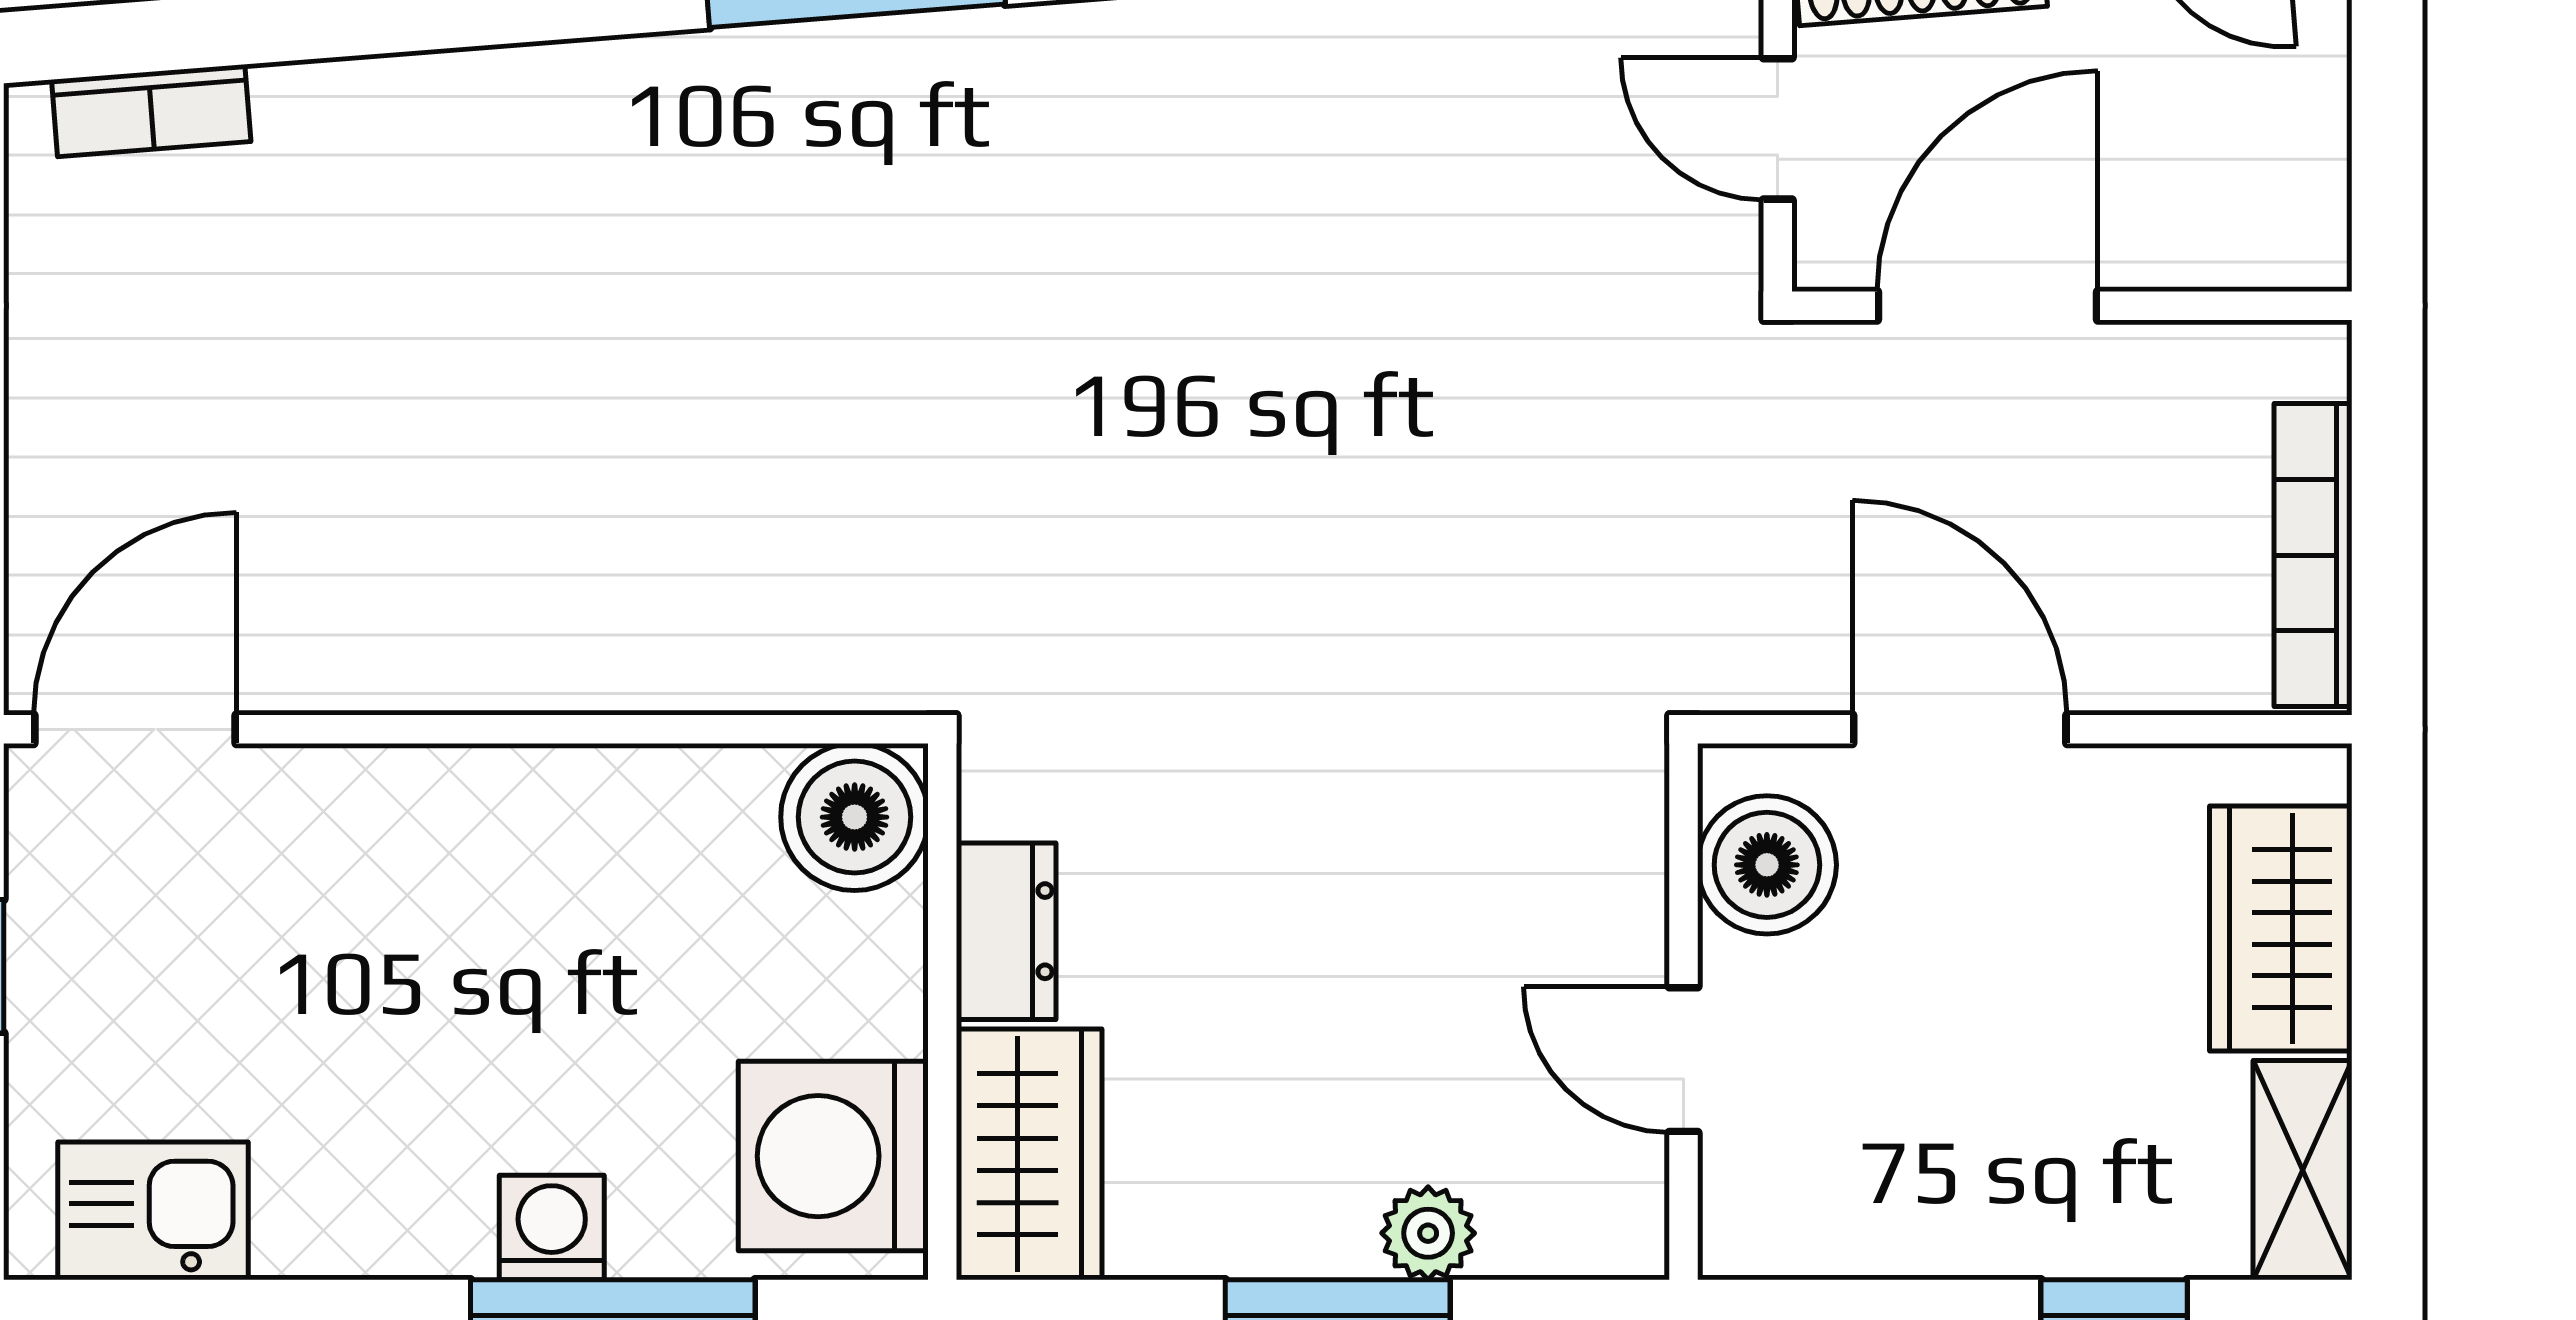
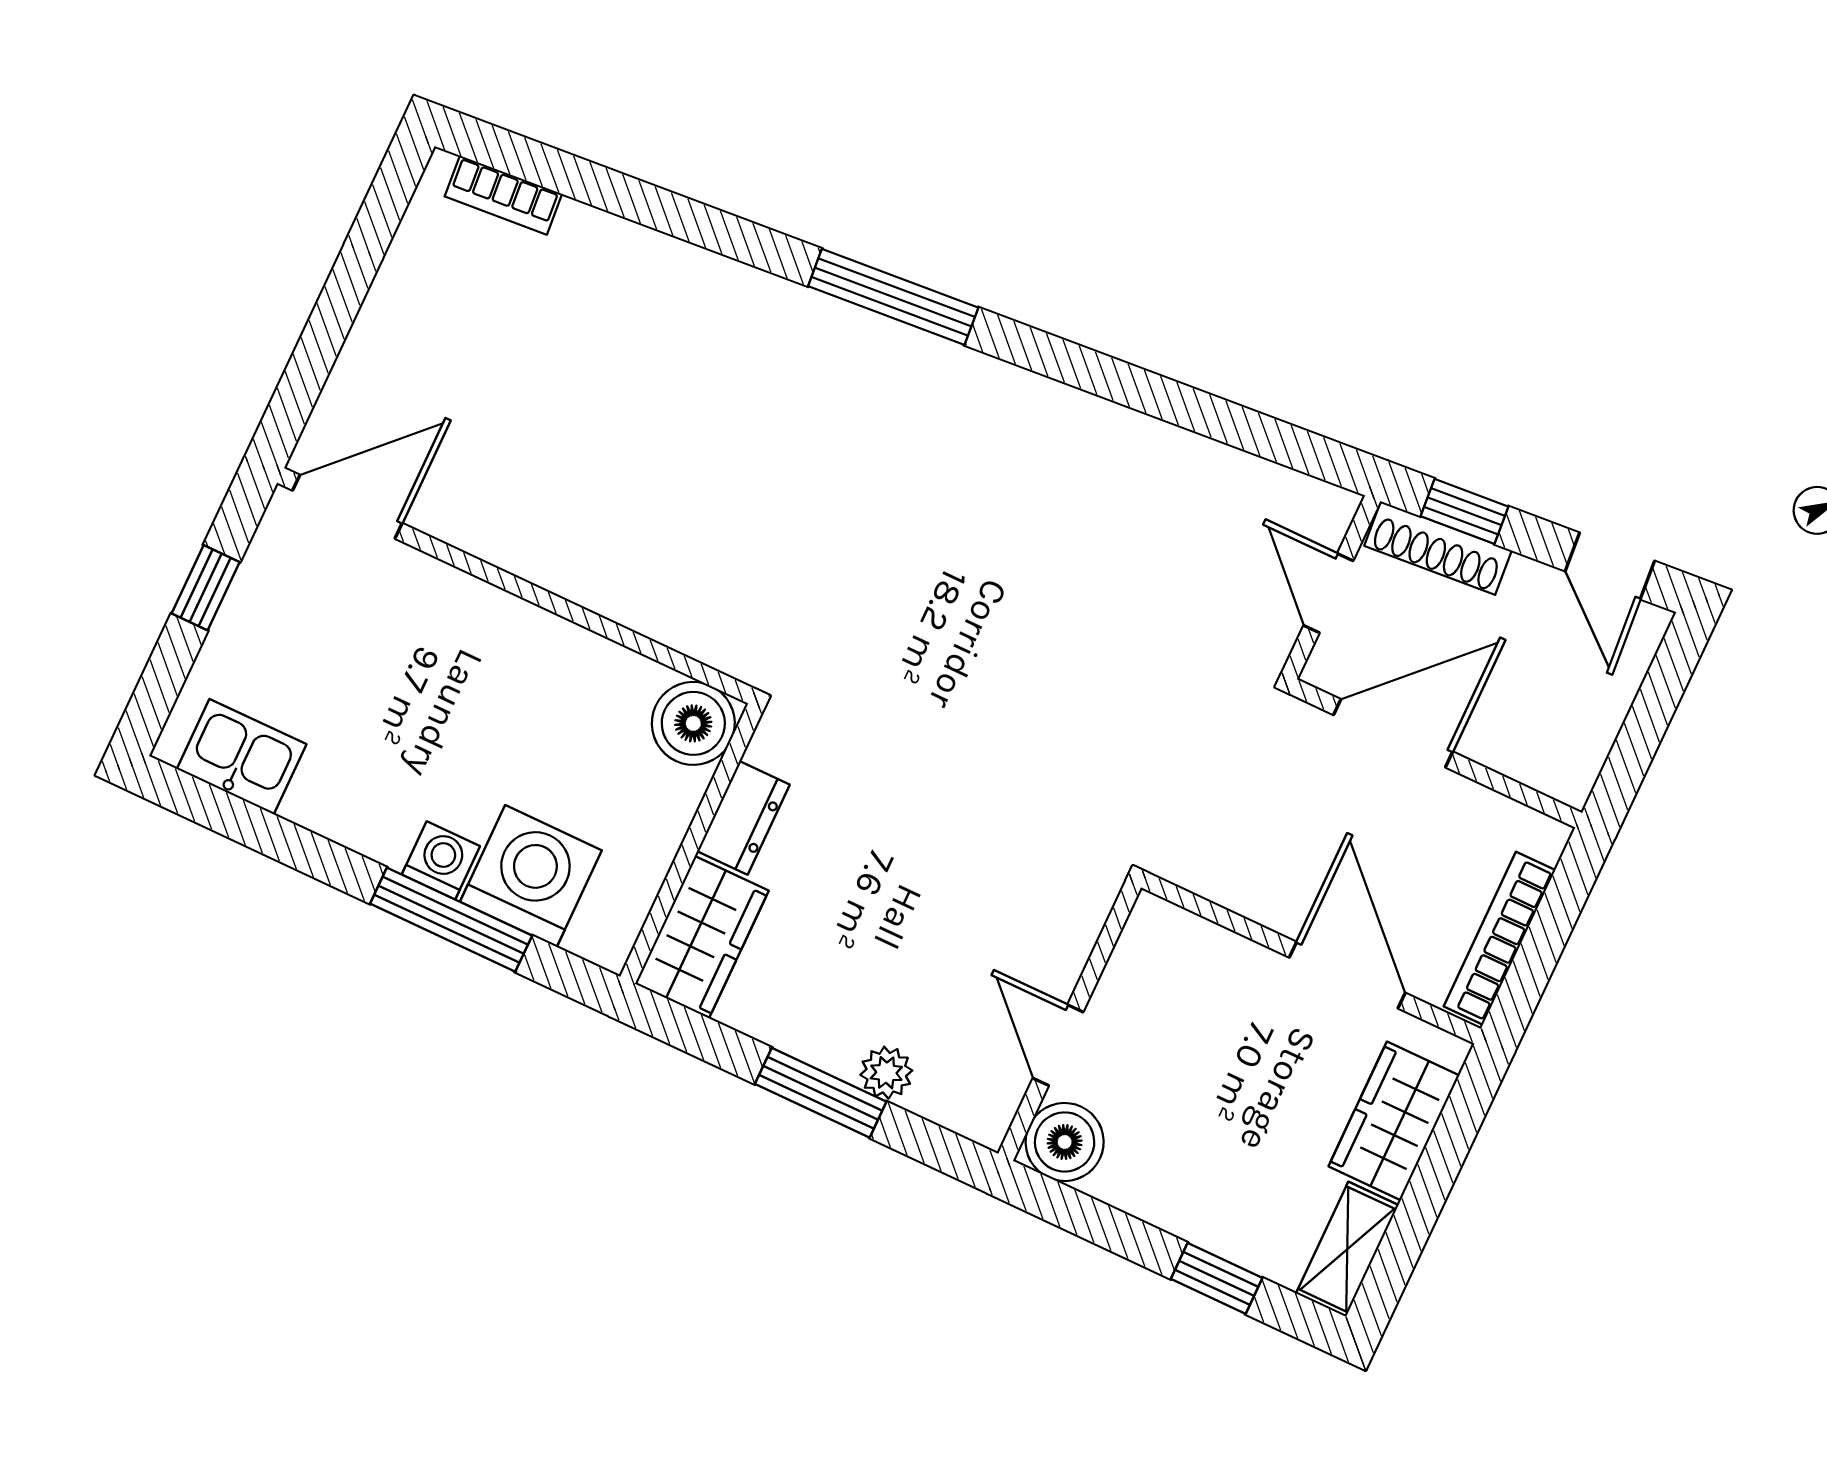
door: (1960, 729) -> (1347, 975), moved
boiler: (1767, 865) -> (1065, 1142), moved
washing machine: (833, 1156) -> (531, 876), moved, turned 90

